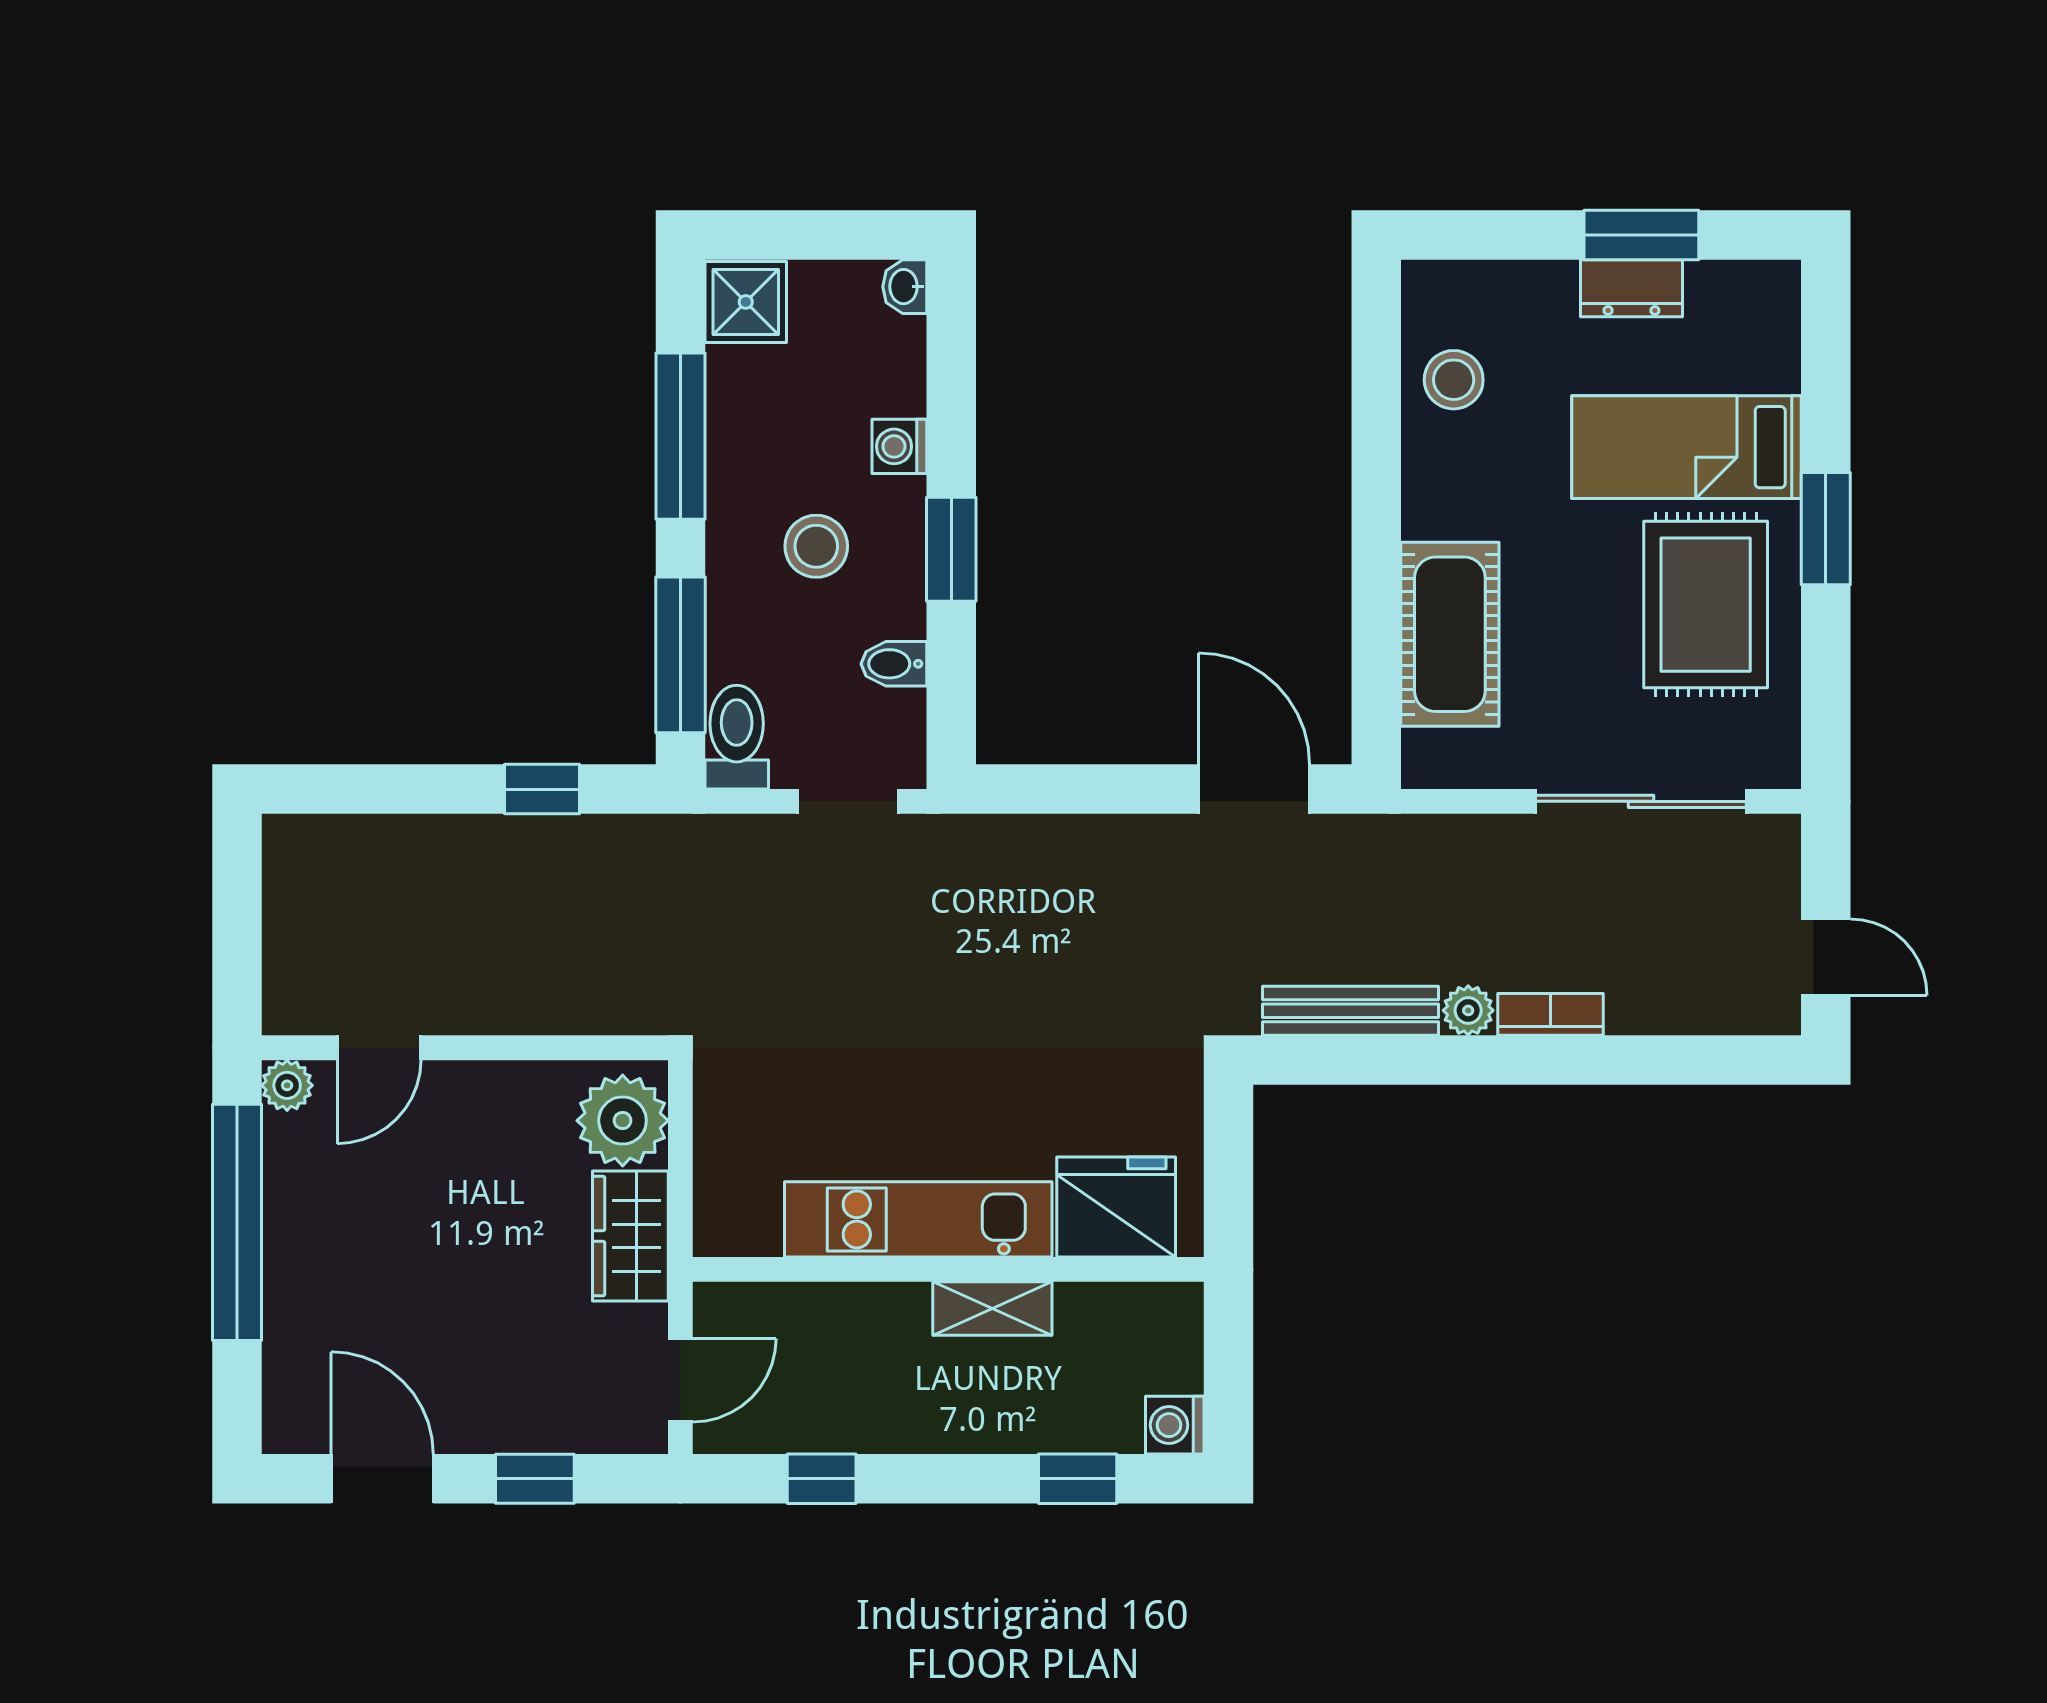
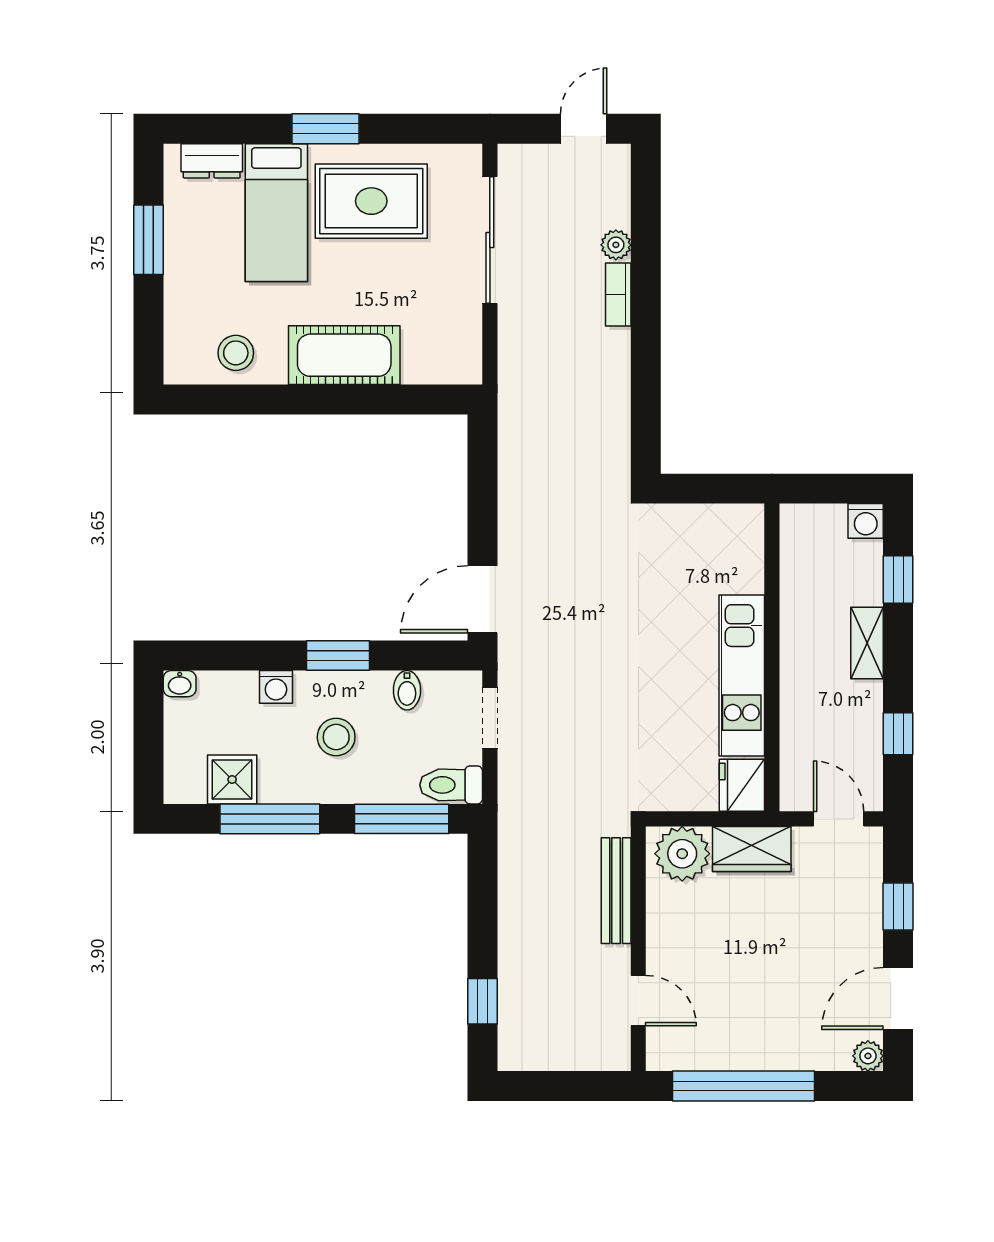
dresser: (1631, 288) -> (212, 161), moved, turned 90
shower: (746, 302) -> (232, 780), moved
cot: (1450, 634) -> (344, 355), moved
window: (542, 789) -> (482, 1001), moved
door: (1254, 789) -> (482, 599), moved
plant: (1468, 1010) -> (616, 245), moved
bench: (1350, 1011) -> (616, 891), moved
plant: (287, 1085) -> (868, 1056), moved
fridge: (1116, 1207) -> (742, 785), moved, width x0.73, depth x0.75
shelving: (992, 1308) -> (867, 643), moved

